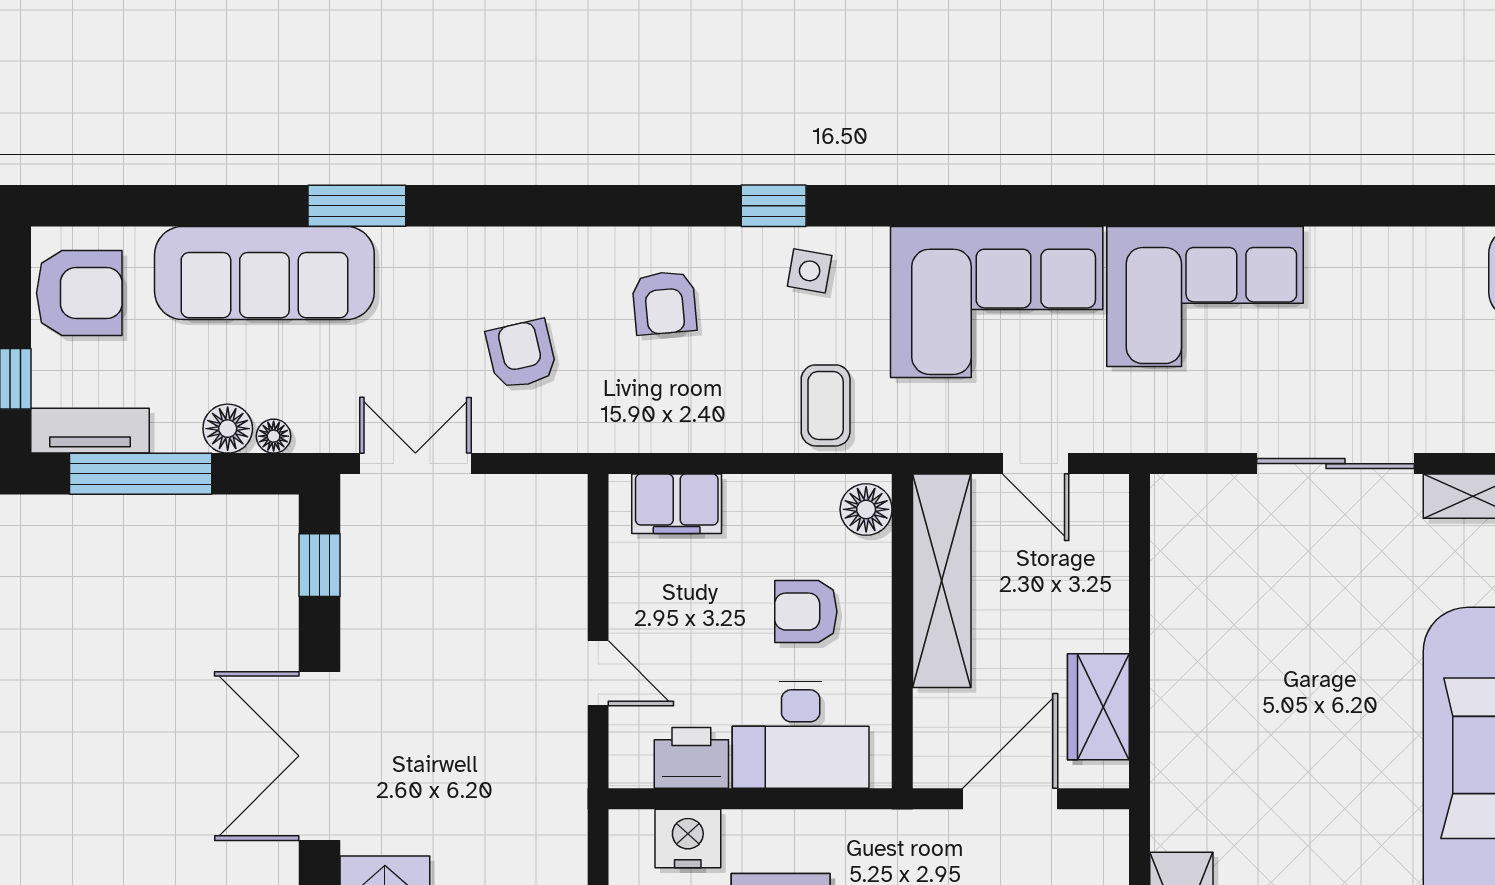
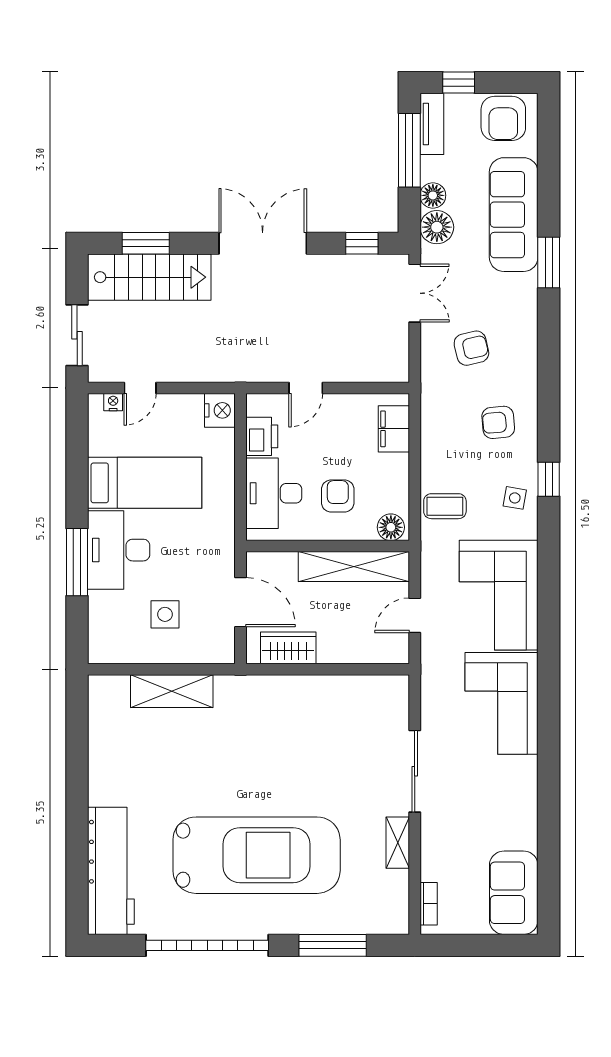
floor lamp: (274, 436) -> (437, 227), width x1.89, depth x1.89
nightstand: (688, 838) -> (220, 410), moved

